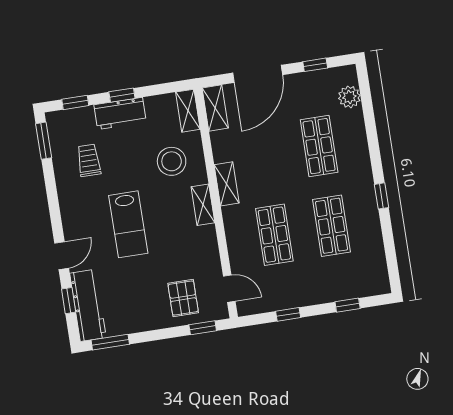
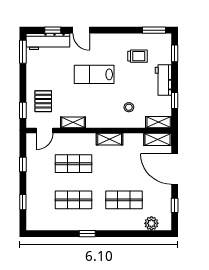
window: (122, 95) -> (175, 100), moved
stool: (172, 161) -> (129, 107), width x0.53, depth x0.53
shelving: (203, 205) -> (73, 122), moved
pallet: (183, 298) -> (43, 101), turned 90

